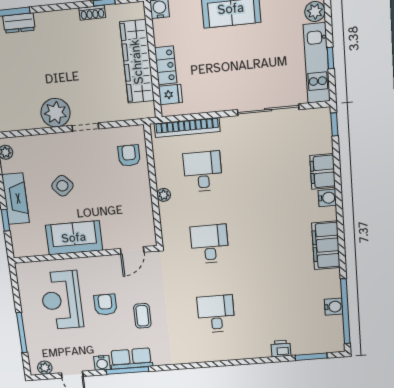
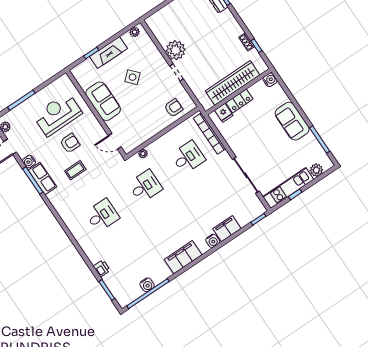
plant: (164, 195) -> (143, 154), moved

